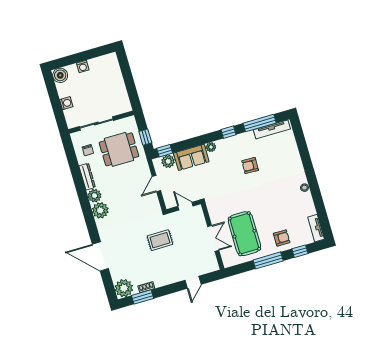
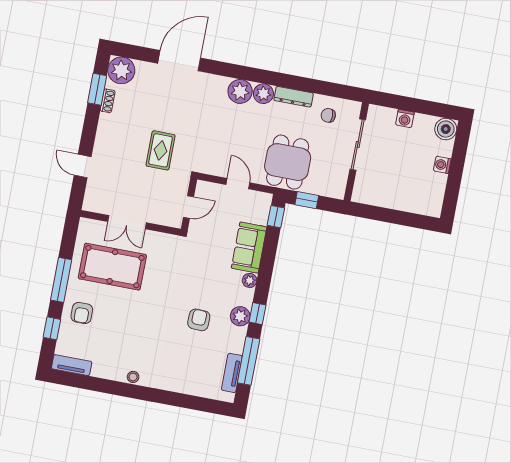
tv unit: (272, 129) -> (232, 373), width x0.71
dining table: (119, 149) -> (288, 162), moved
plant: (168, 161) -> (240, 316), moved

